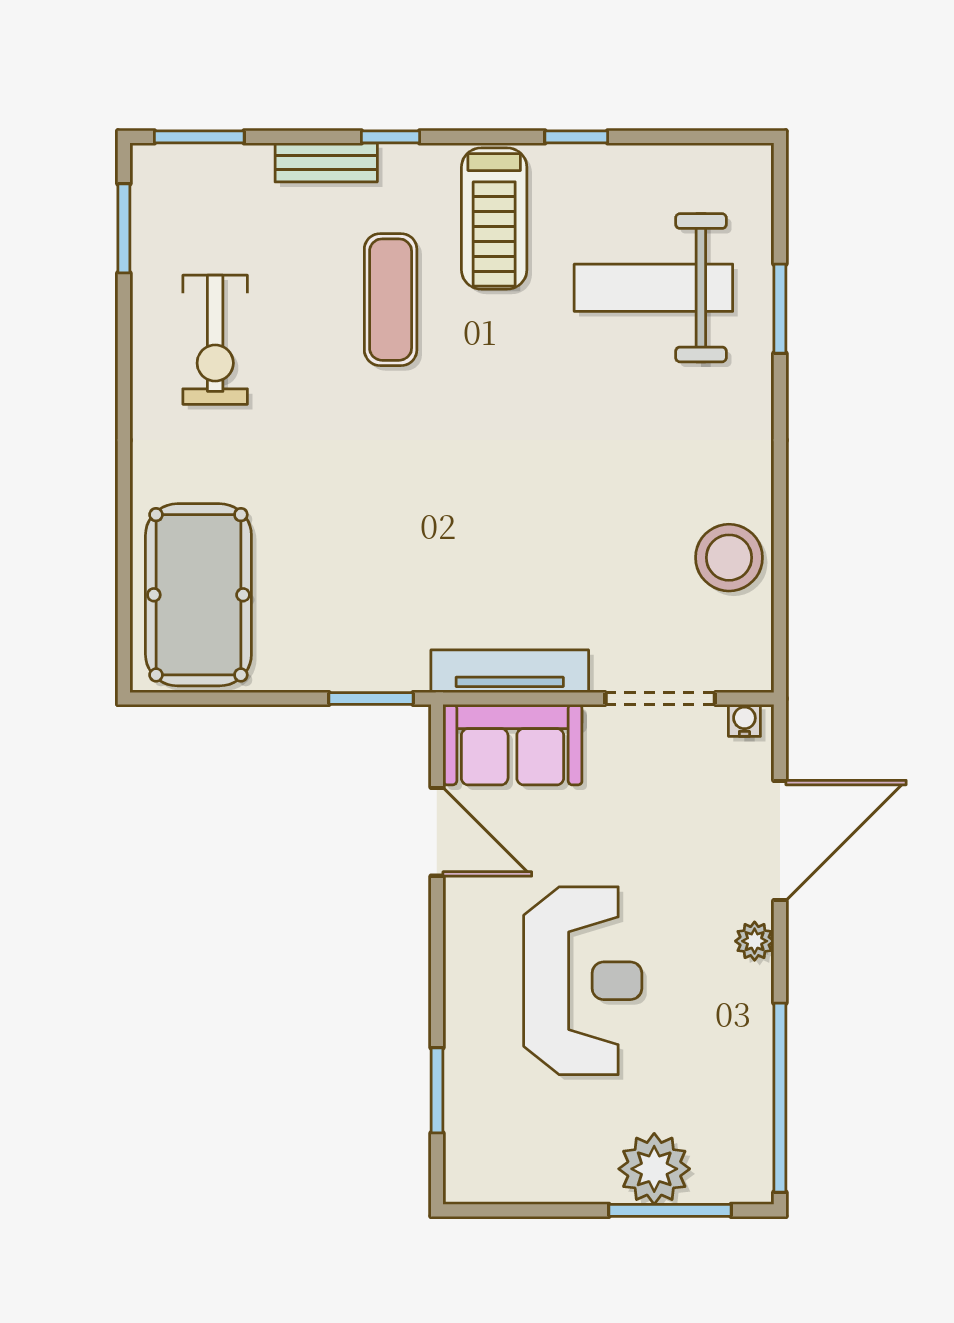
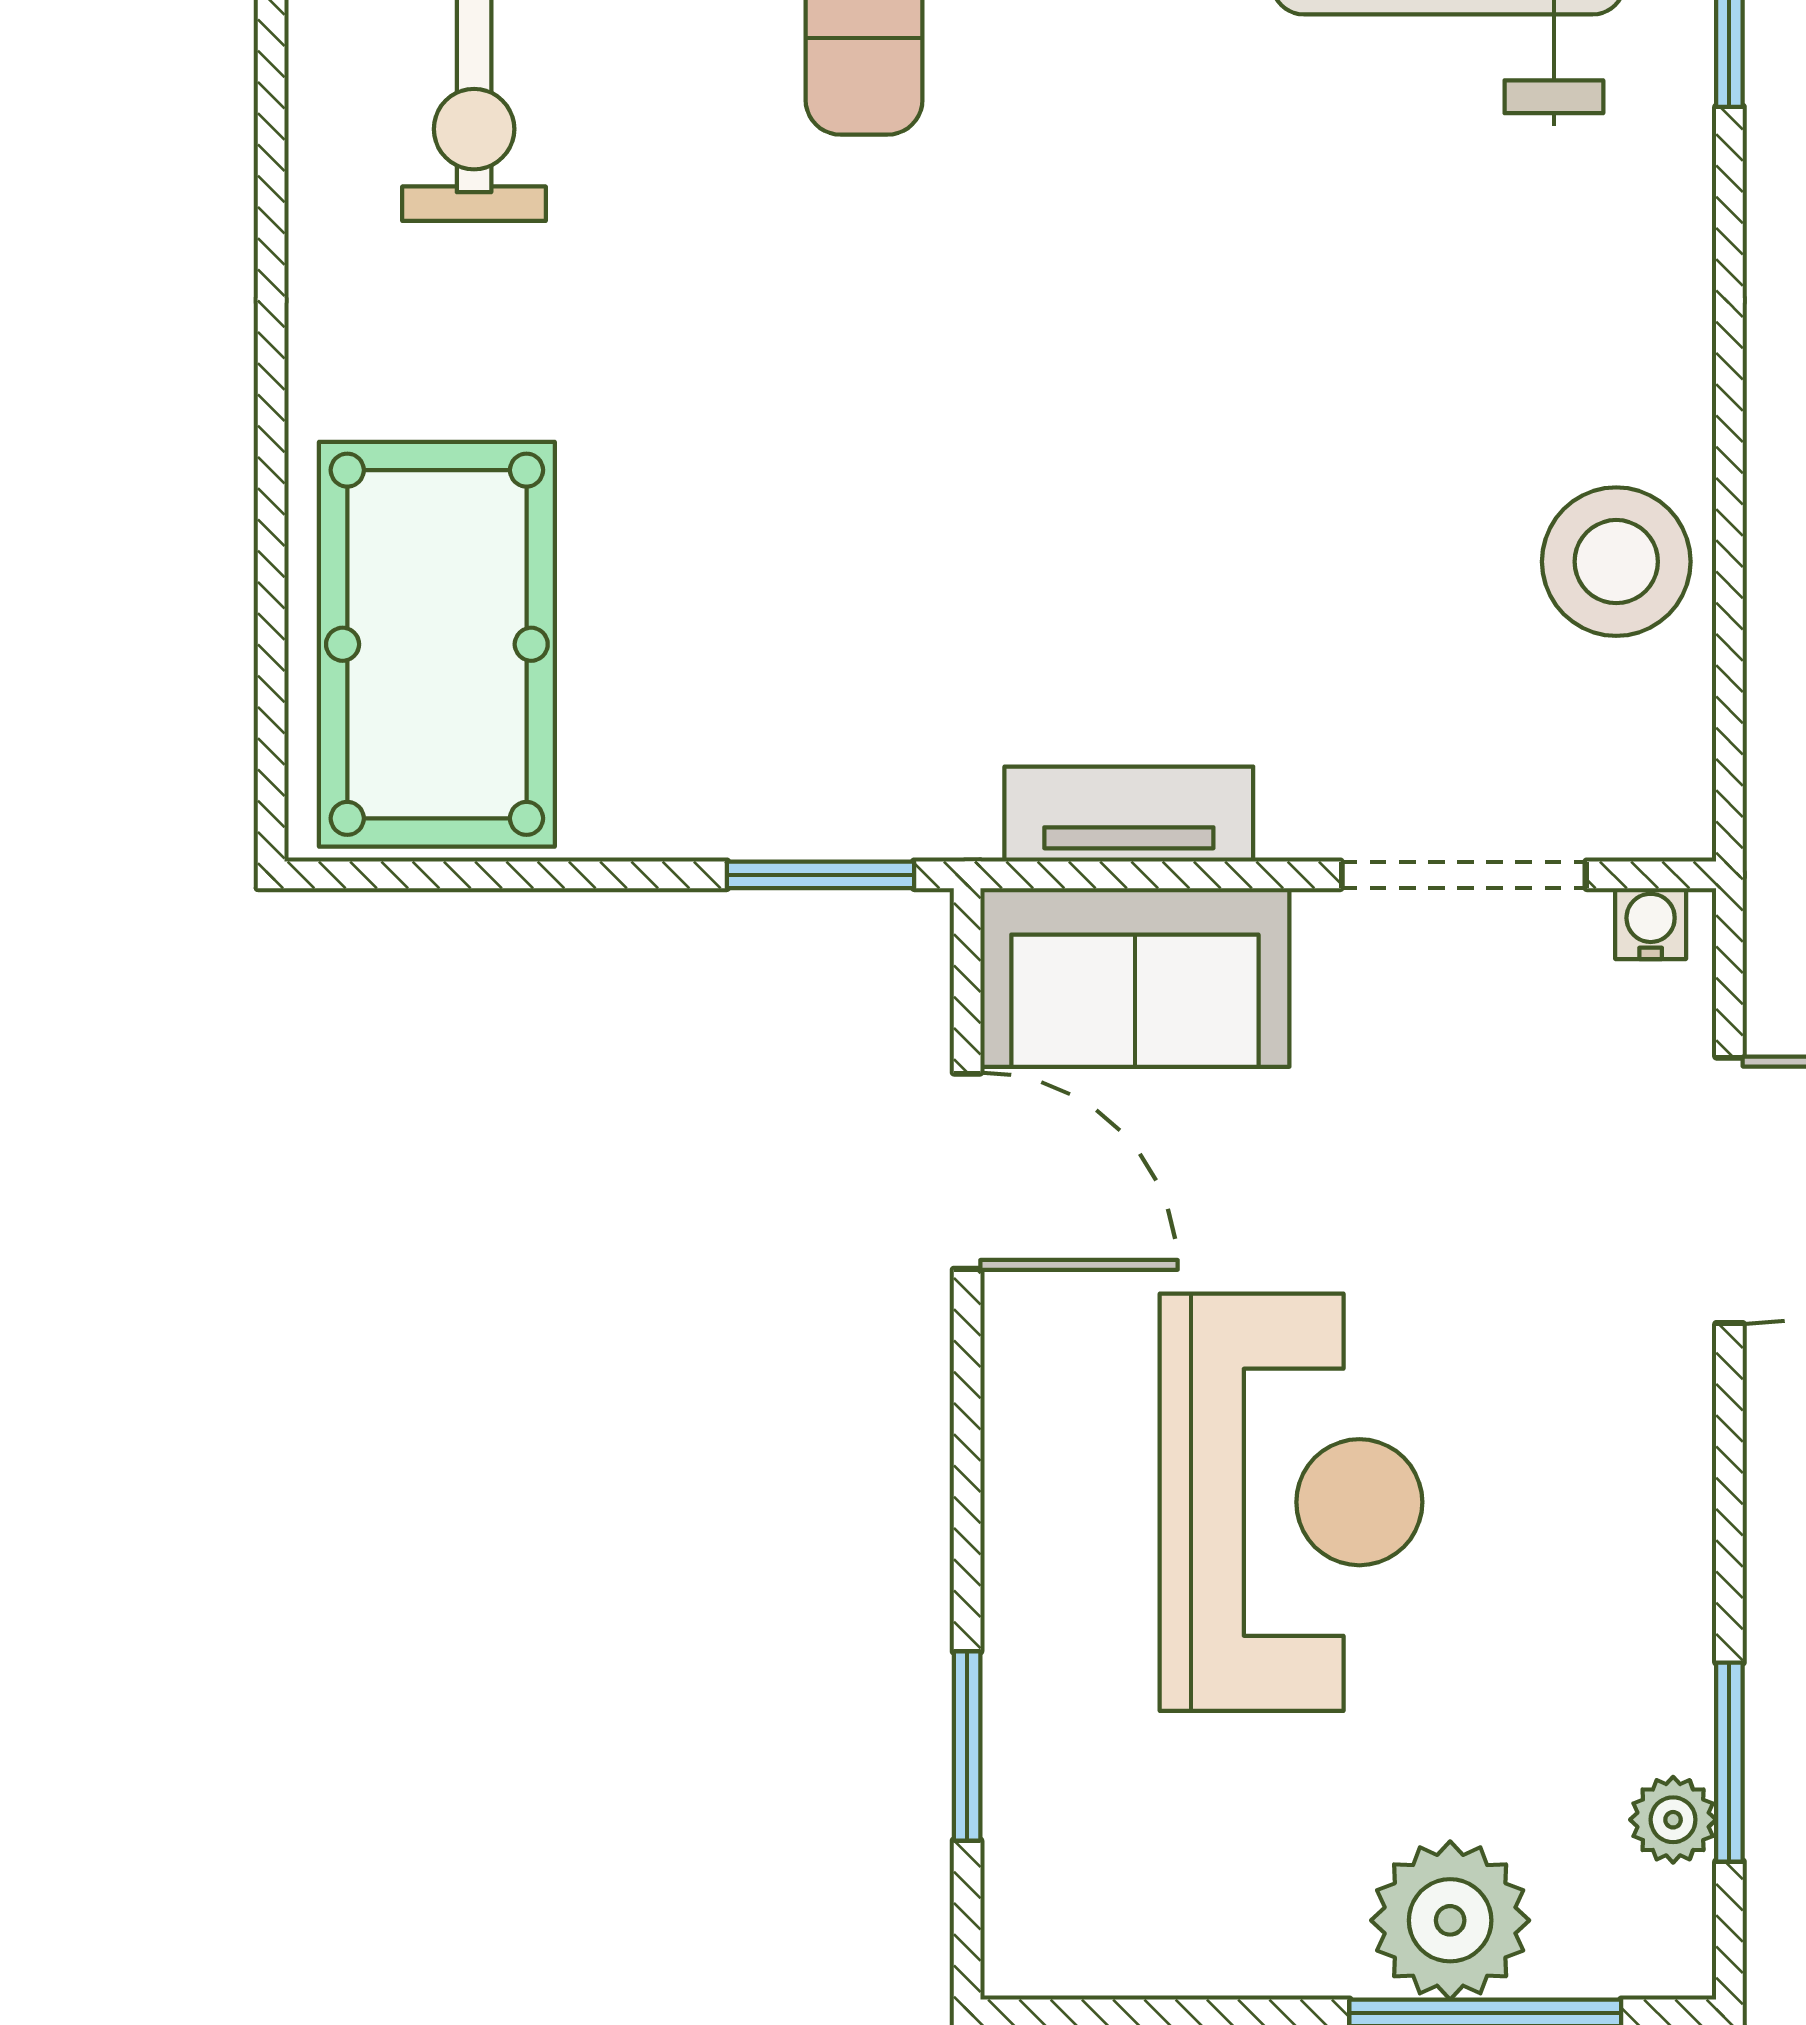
tv unit: (510, 671) -> (1129, 814), width x0.71
plant: (755, 941) -> (1673, 1820), moved
window: (780, 1098) -> (1729, 1762), width x0.47

